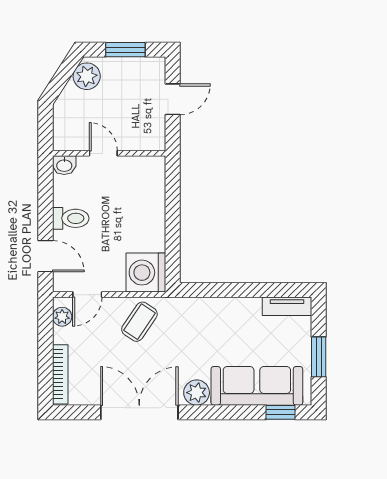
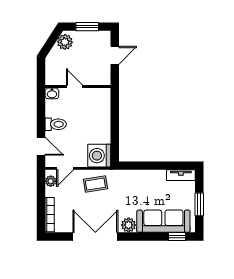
coffee table: (139, 322) -> (95, 184), turned 47

